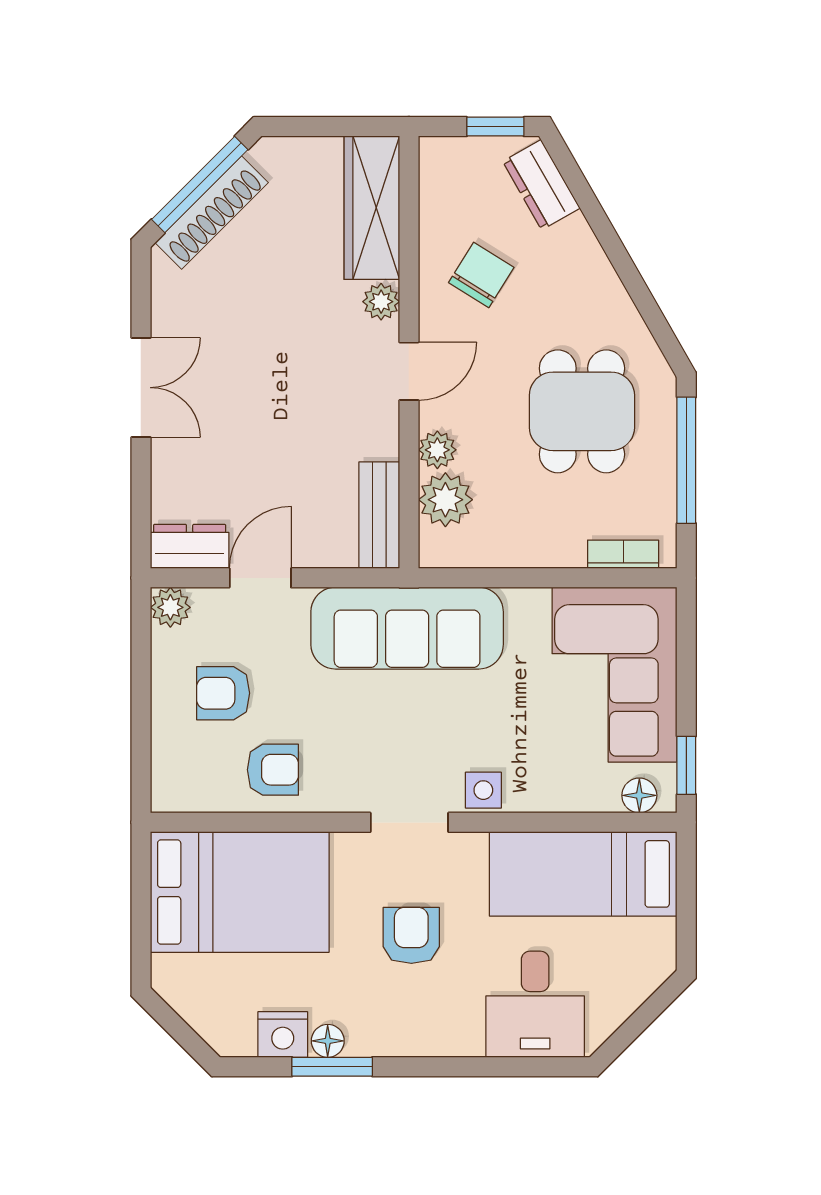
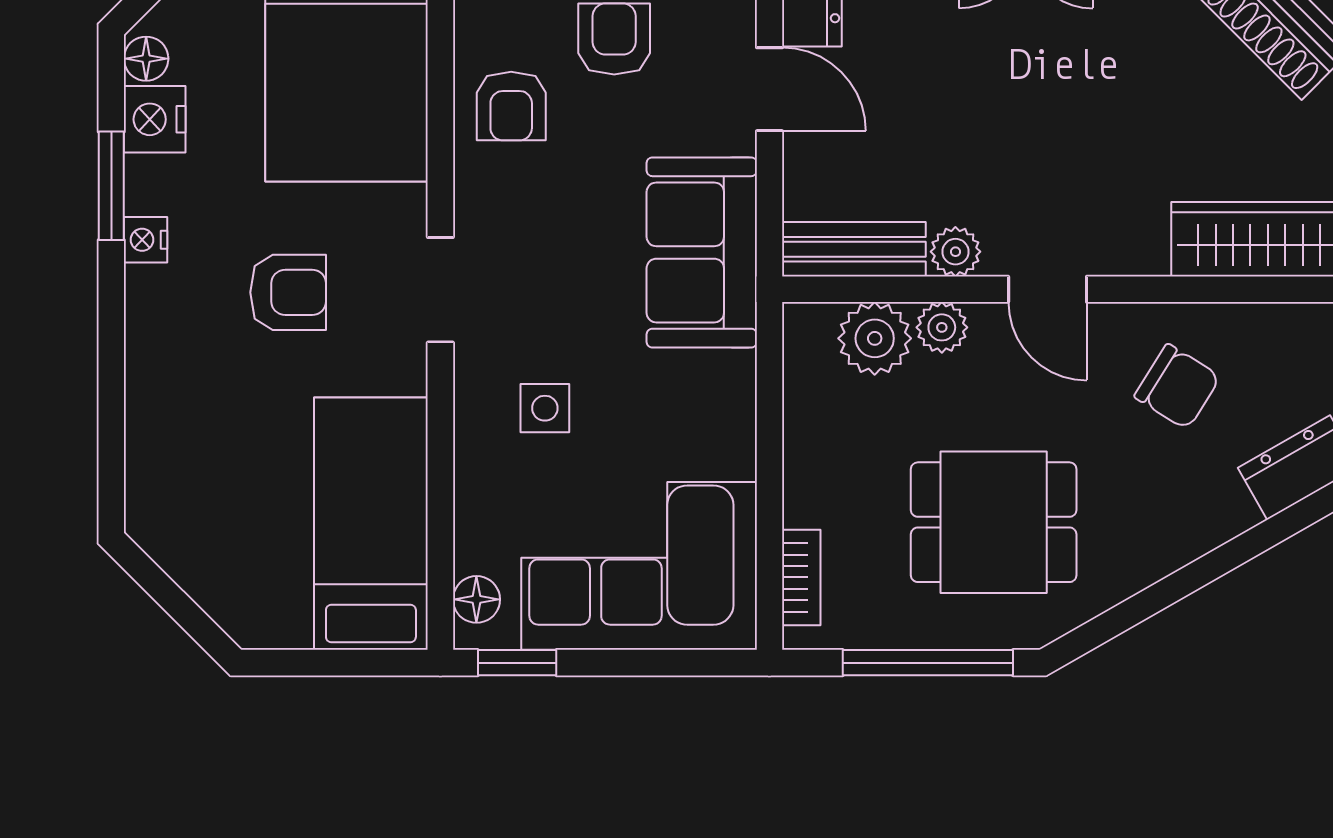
plant: (381, 302) -> (955, 252), moved
sofa: (407, 628) -> (702, 252), width x0.73
side table: (483, 790) -> (545, 408), moved
desk: (535, 1004) -> (195, 459), removed
floor lamp: (328, 1041) -> (146, 59), moved
nightstand: (372, 1041) -> (145, 240), added

